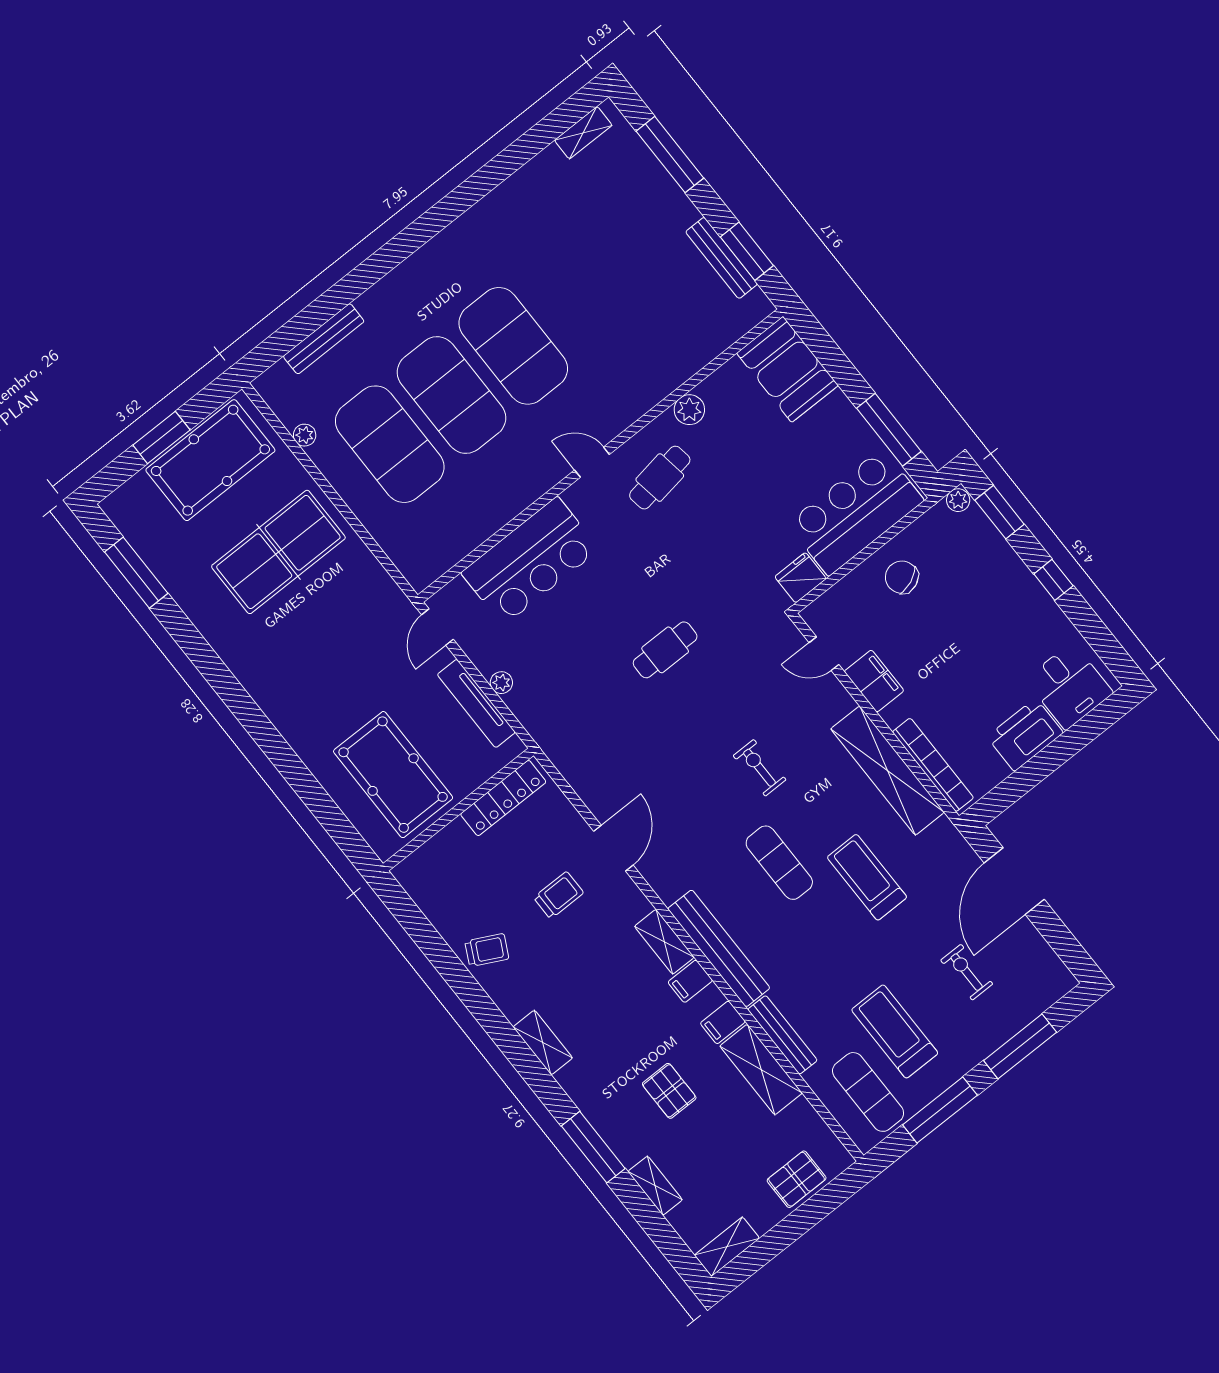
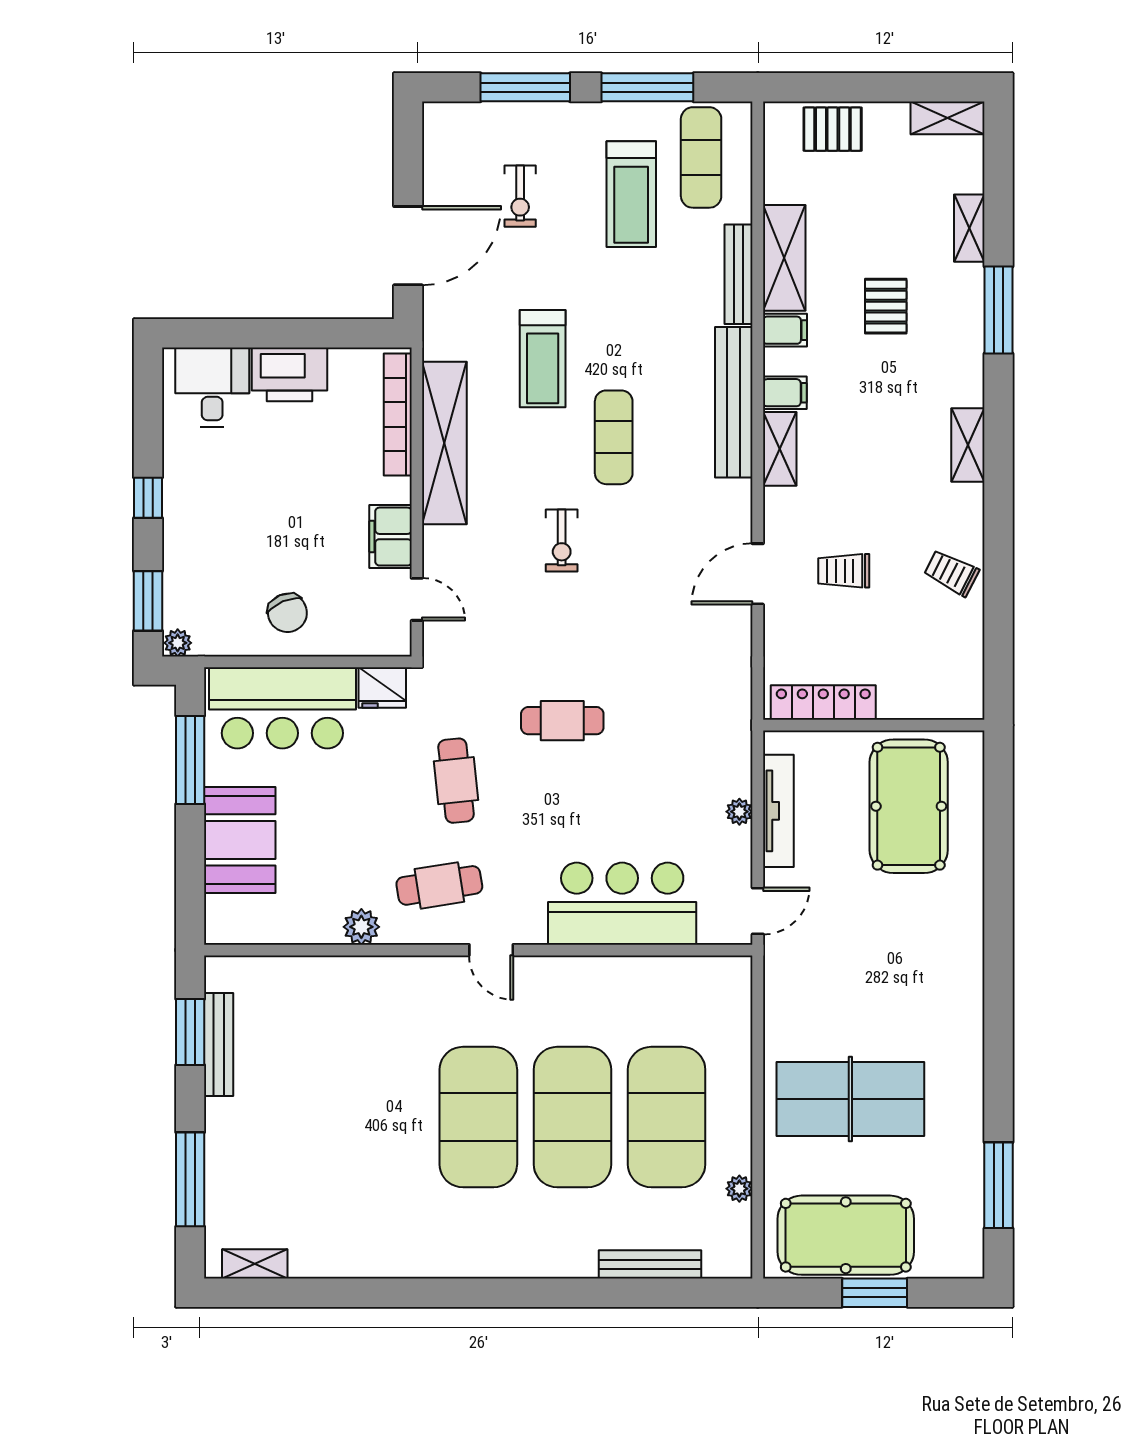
booth: (787, 369) -> (240, 840), moved
cafe table: (704, 555) -> (456, 781), added

